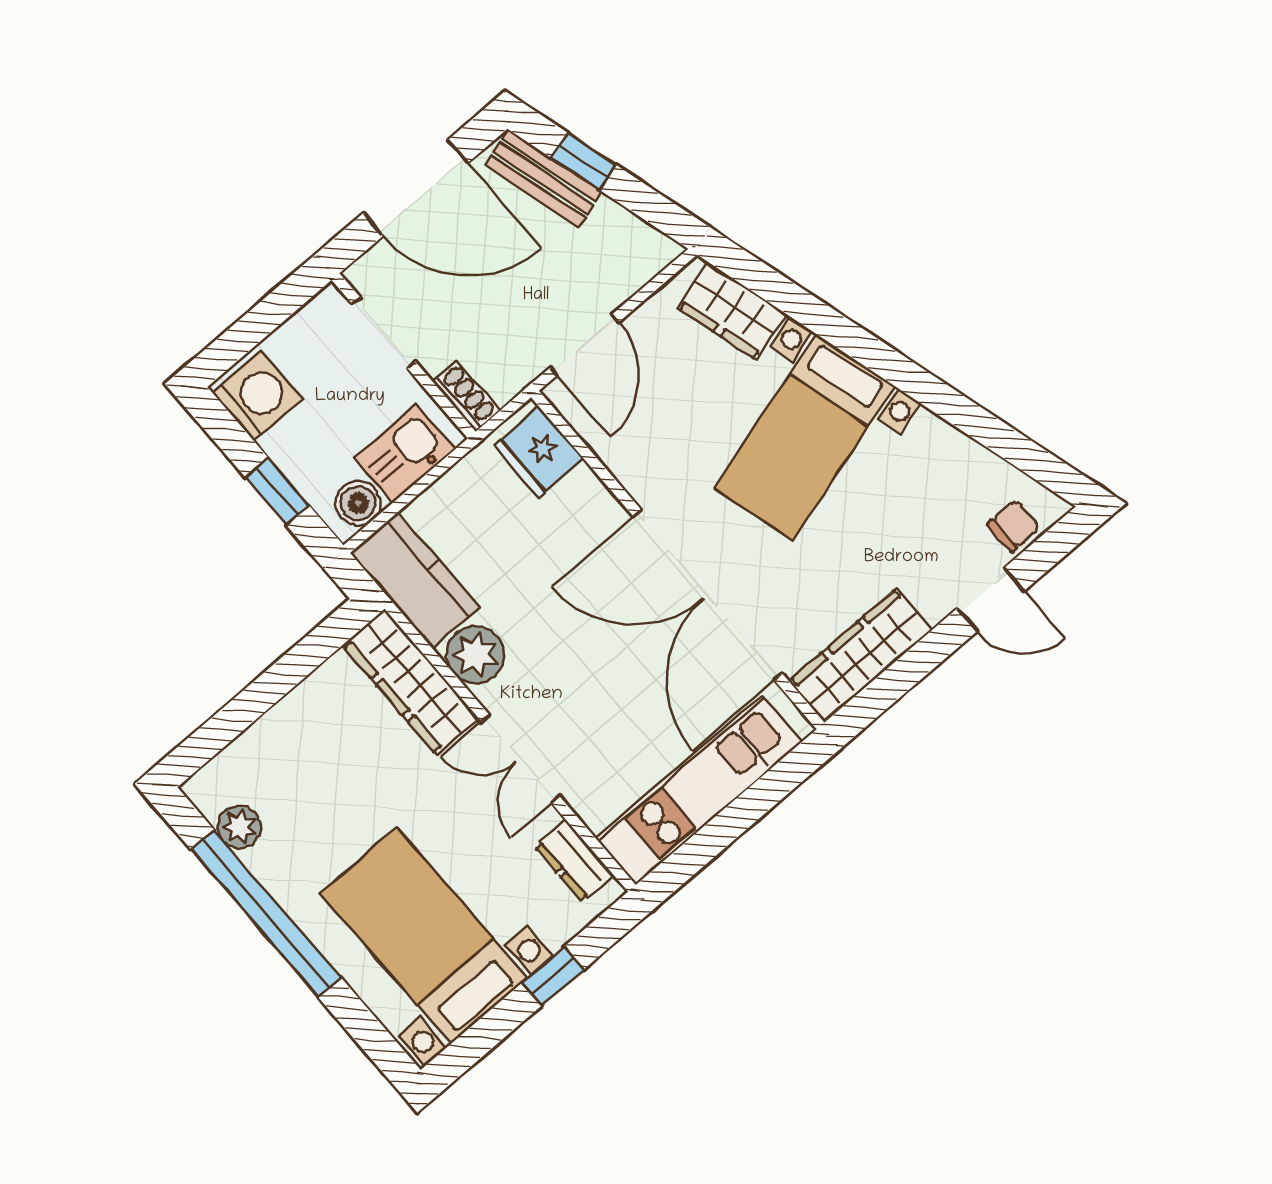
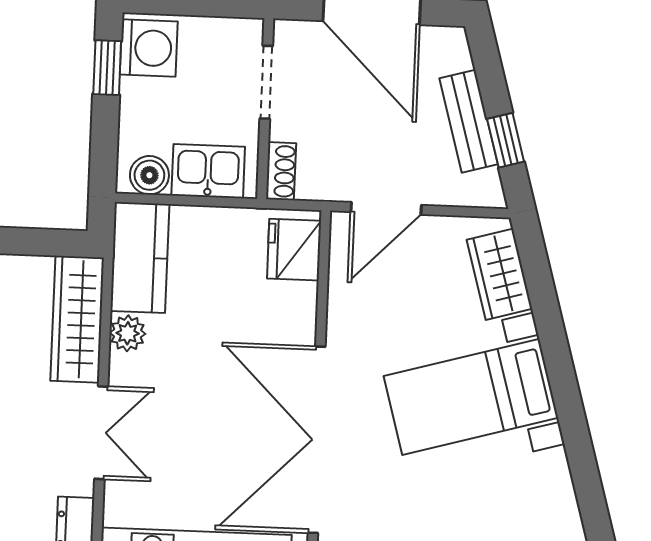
window: (584, 161) -> (506, 140), moved
bench: (543, 178) -> (469, 121), moved
window: (277, 491) -> (107, 68), moved
plant: (475, 655) -> (128, 333), width x0.73, depth x0.73
double door: (520, 759) -> (101, 433), swing flipped

